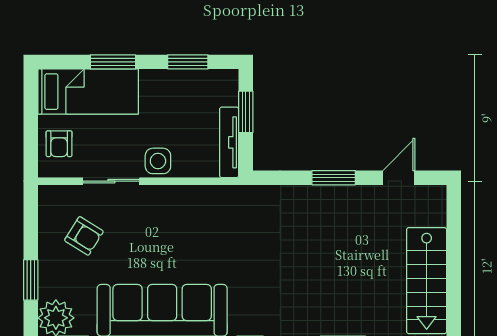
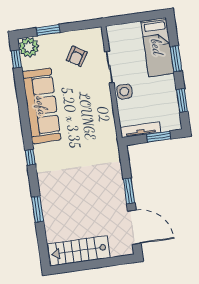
armchair: (59, 144) -> (126, 35), removed
door: (399, 178) -> (134, 227), width x1.88

